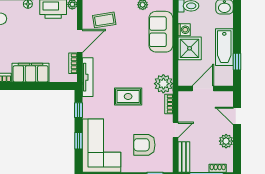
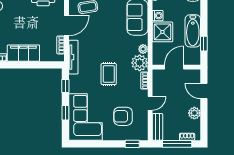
plant: (167, 68) -> (143, 49), added
rug: (128, 96) -> (109, 74), turned 90

